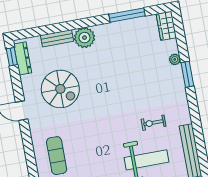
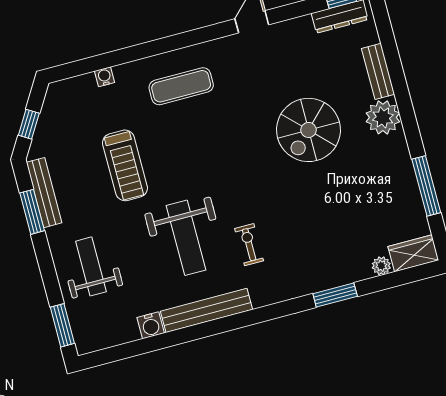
plant: (175, 59) -> (381, 266), moved
spiral stairs: (60, 89) -> (309, 130), moved

